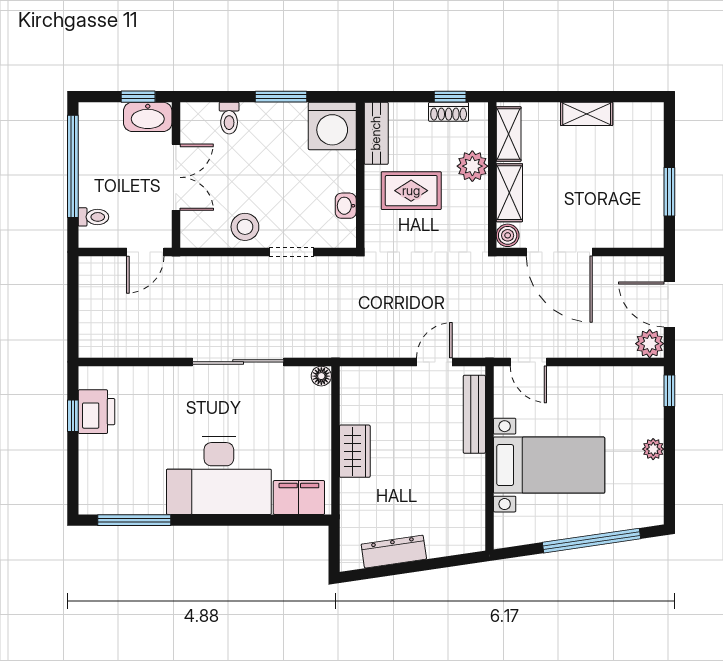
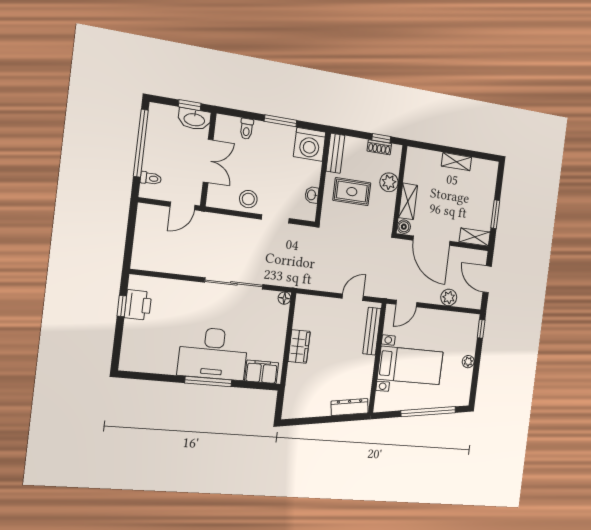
shelving: (509, 134) -> (475, 237), moved, turned 90
plant: (650, 344) -> (449, 297), moved
door: (528, 362) -> (406, 303), hinge flipped
window: (134, 520) -> (208, 381), moved
dresser: (394, 552) -> (350, 407), moved

